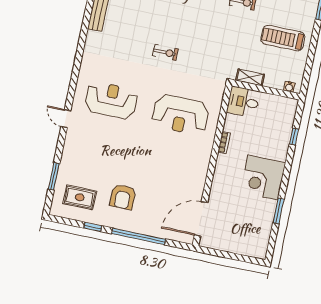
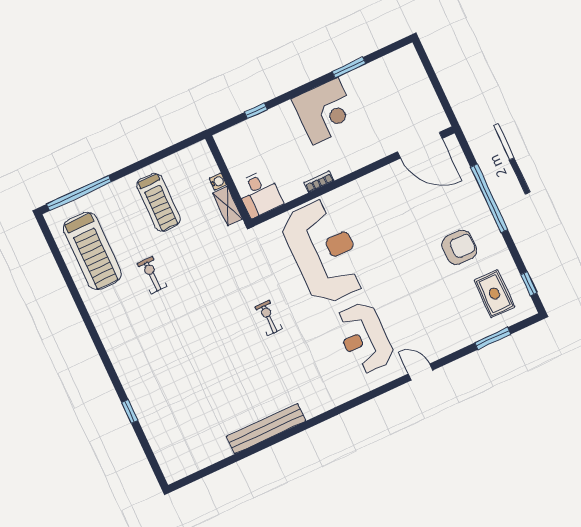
water cooler: (289, 87) -> (218, 182), moved
reception desk: (180, 115) -> (324, 251), width x1.36, depth x1.30
door: (66, 119) -> (420, 372), swing flipped
window: (93, 227) -> (529, 284), moved

